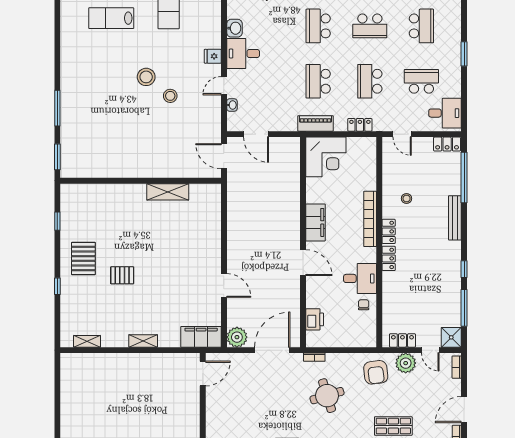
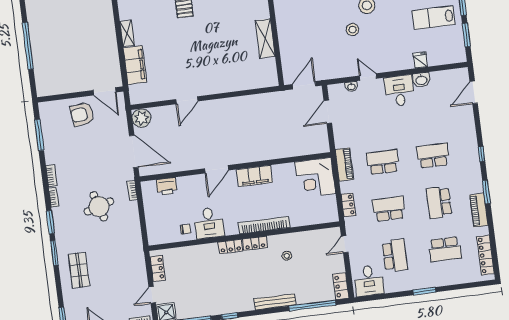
fridge: (213, 56) -> (420, 60), moved
filing cabinet: (201, 337) -> (135, 65), moved
plant: (406, 363) -> (138, 274), removed
armchair: (376, 372) -> (82, 114), moved

